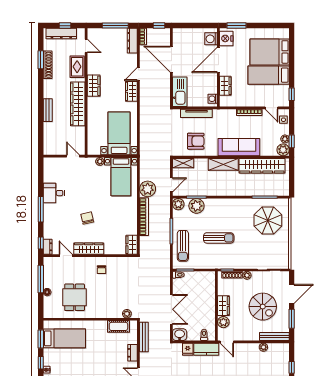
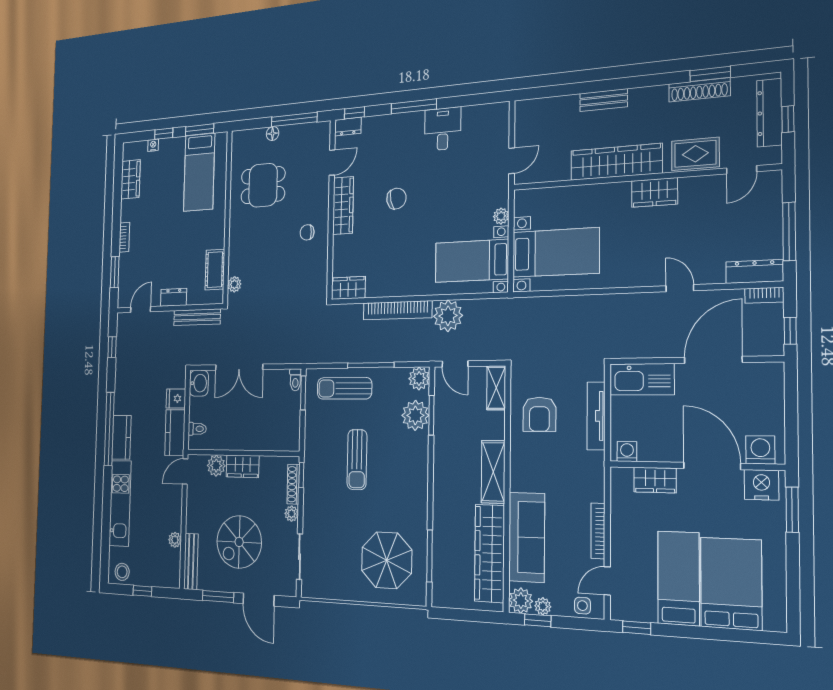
wardrobe: (131, 91) -> (643, 274), removed
sofa: (239, 147) -> (527, 537), moved

